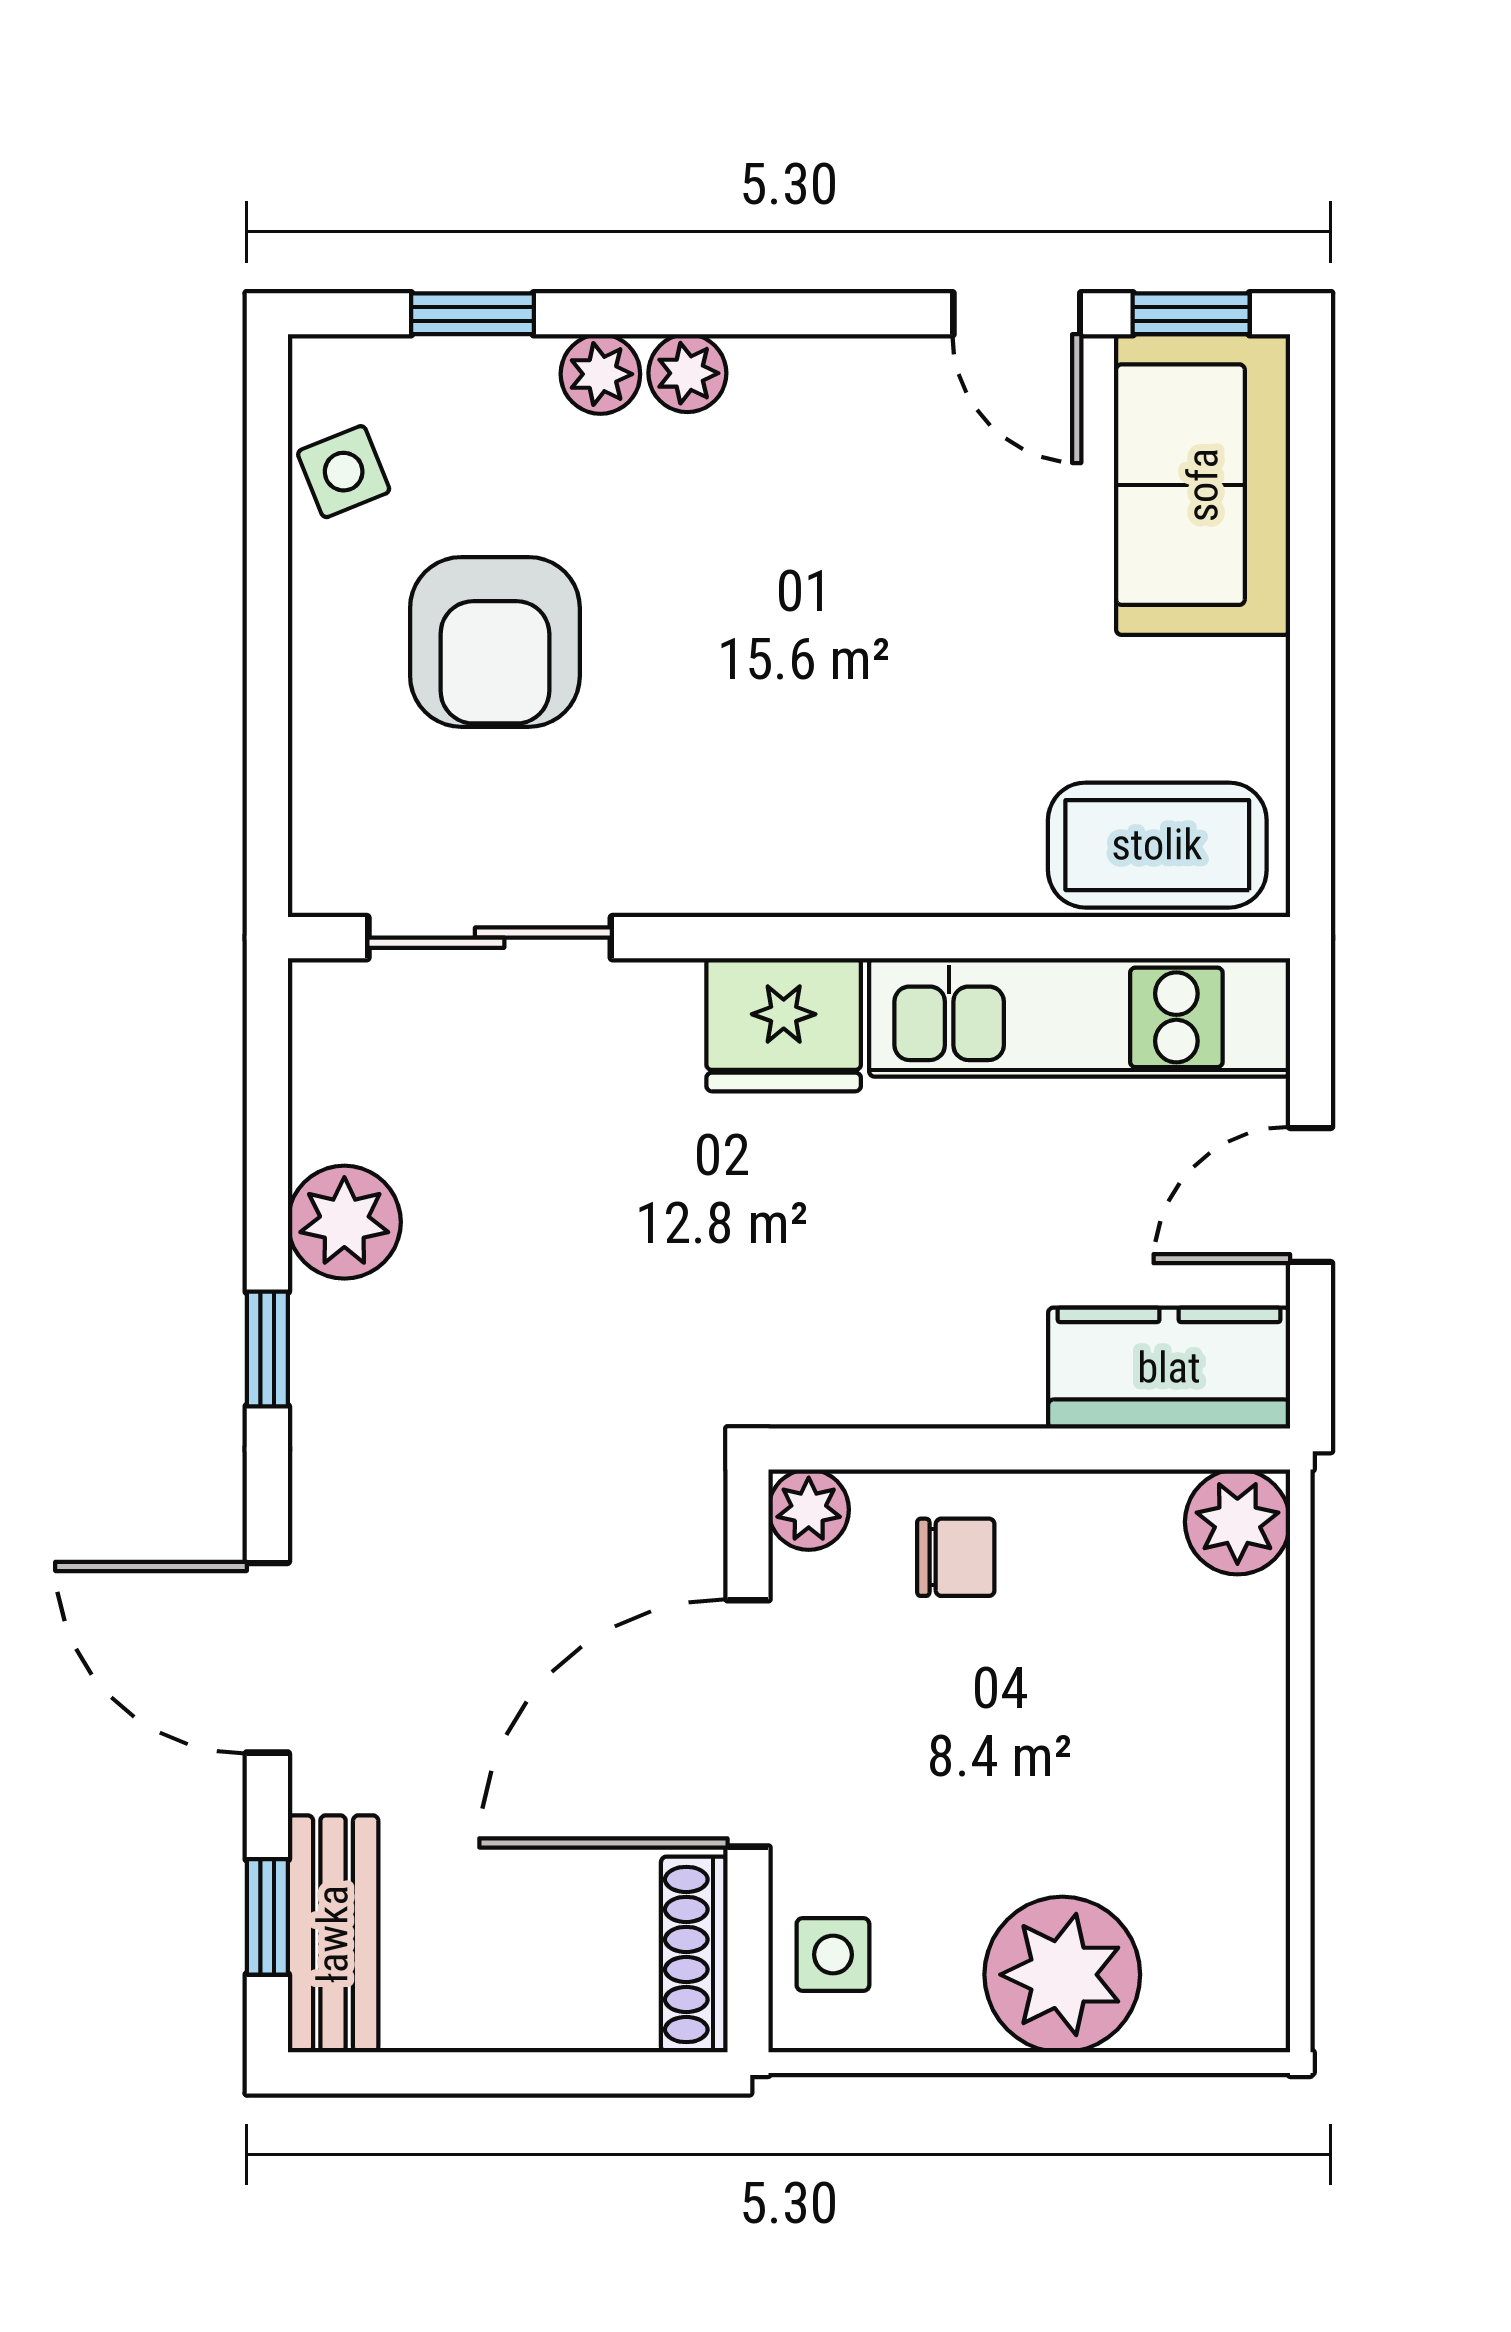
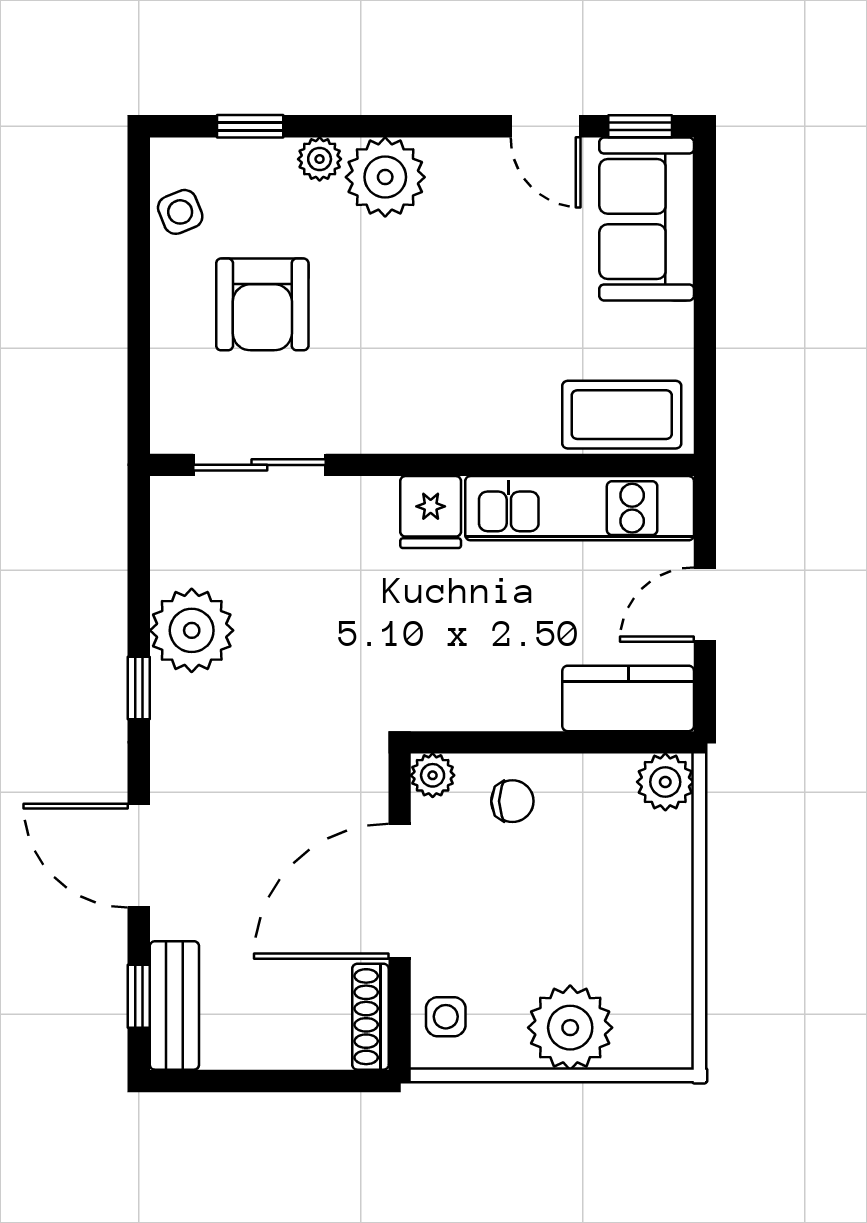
plant: (687, 373) -> (385, 177), width x1.87, depth x1.87
fridge: (784, 1025) -> (431, 512), width x0.72
plant: (344, 1222) -> (192, 630), width x1.36, depth x1.36

